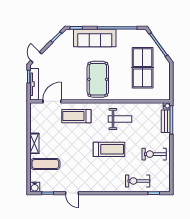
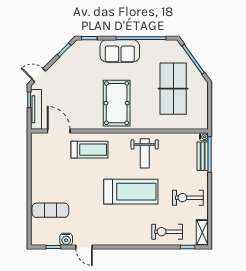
sofa: (95, 38) -> (120, 51), width x0.73
door: (36, 57) -> (39, 75), hinge flipped
door: (52, 101) -> (59, 131), hinge flipped
treadmill: (76, 116) -> (90, 150), turned 180
weight bench: (120, 119) -> (145, 153), turned 90
shelving: (34, 143) -> (202, 233), moved
treadmill: (109, 149) -> (131, 192), width x1.37, depth x1.38
water cooler: (35, 187) -> (66, 239), moved

